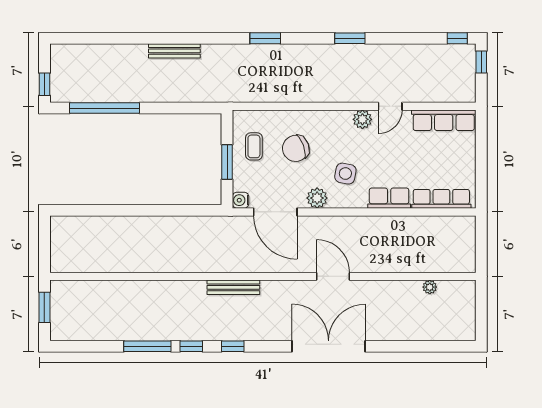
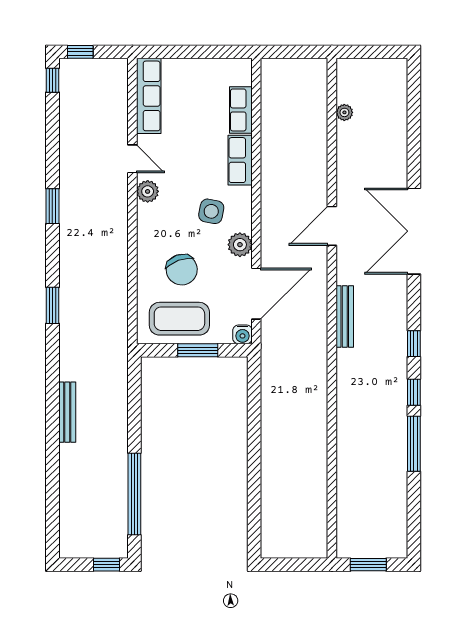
coffee table: (254, 146) -> (179, 319), width x1.86, depth x1.72
row of seats: (441, 199) -> (241, 110), width x0.68
bench: (233, 287) -> (345, 317), moved

